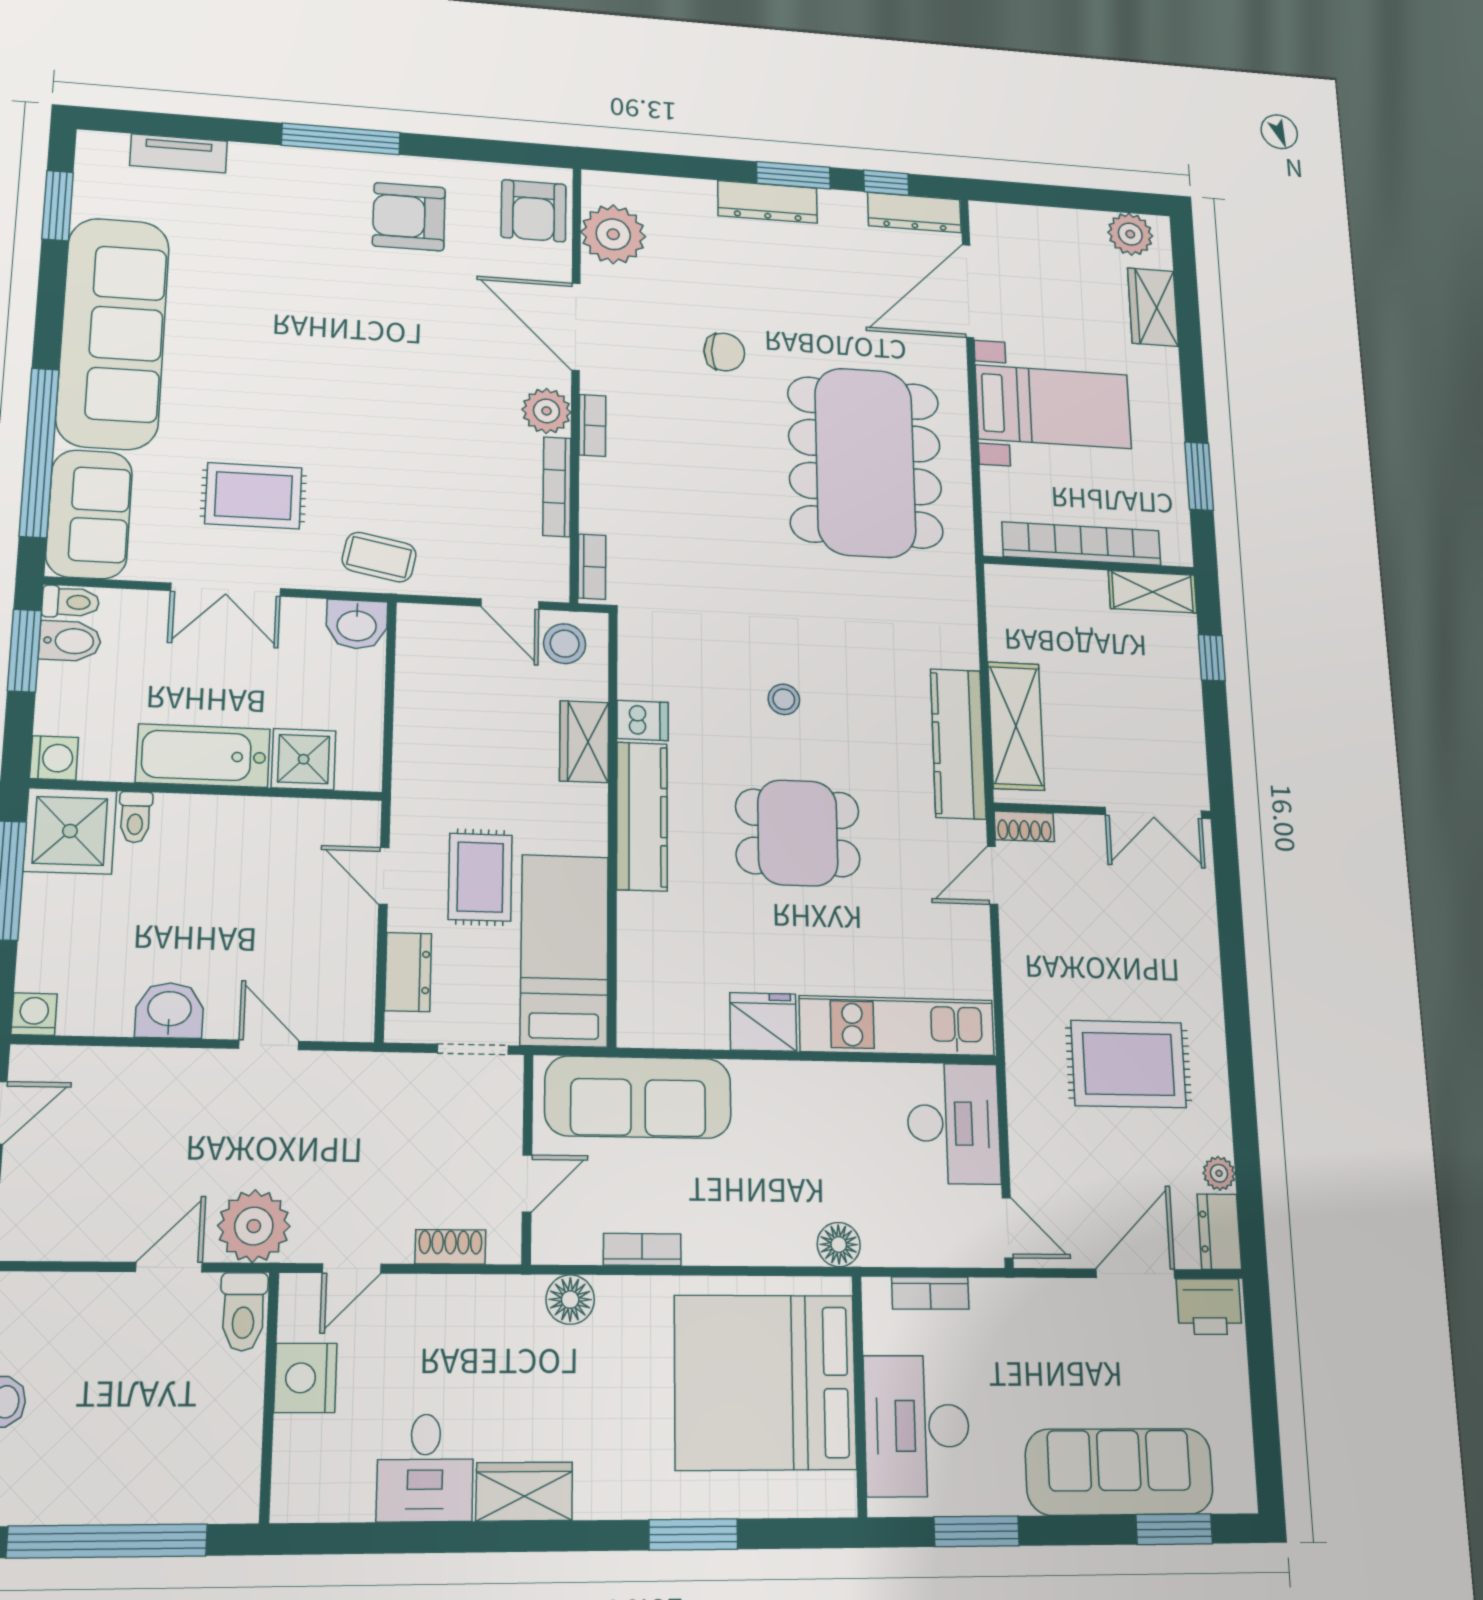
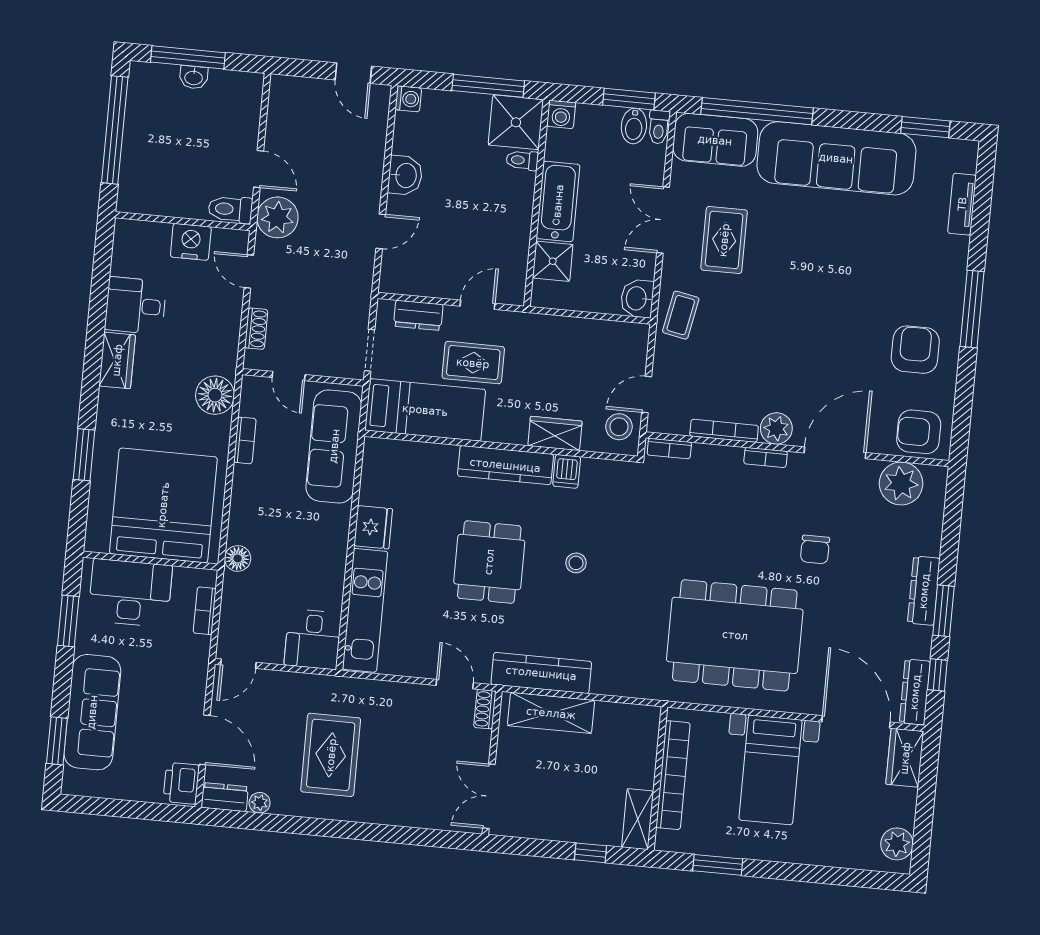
wardrobe: (1153, 307) -> (905, 758), moved, turned -90
desk: (954, 1123) -> (313, 639), width x0.73
floor lamp: (570, 1300) -> (215, 395), width x1.38, depth x1.38

